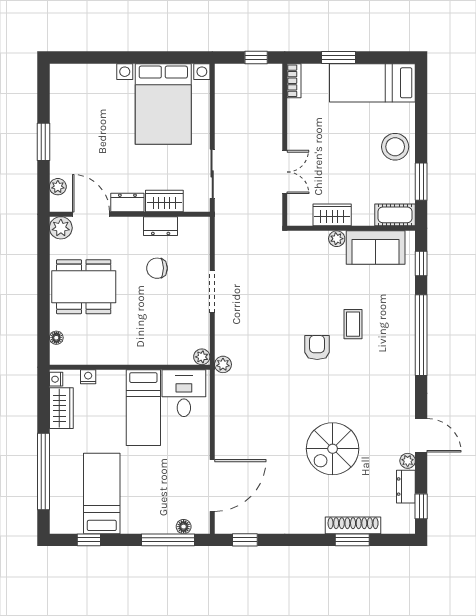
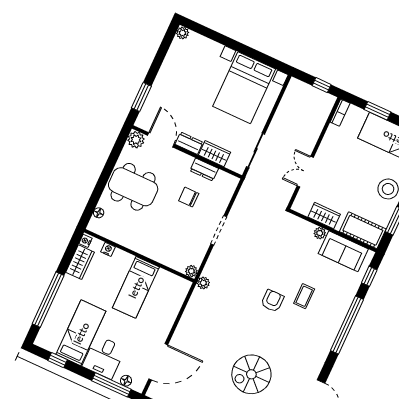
window: (43, 142) -> (141, 97), moved
double door: (285, 172) -> (305, 172), swing flipped
plant: (58, 187) -> (183, 33), moved
cot: (395, 215) -> (363, 230), width x1.37, depth x1.34
desk: (184, 393) -> (104, 357), moved, turned 180

